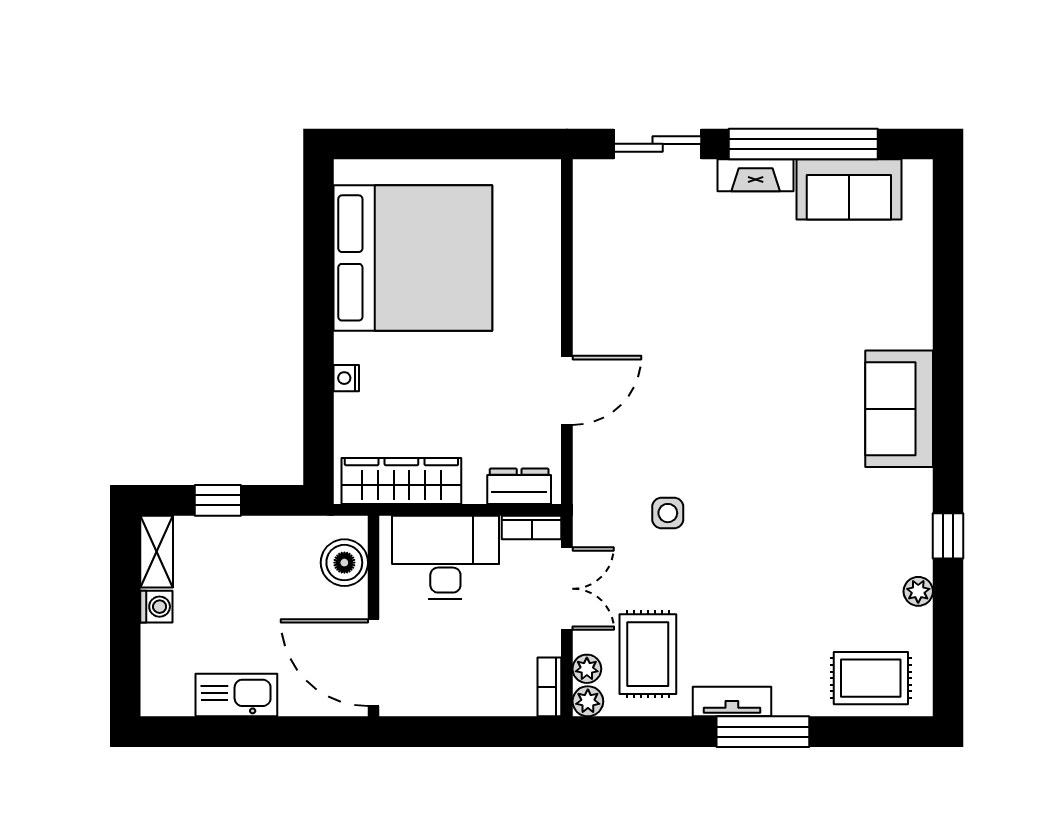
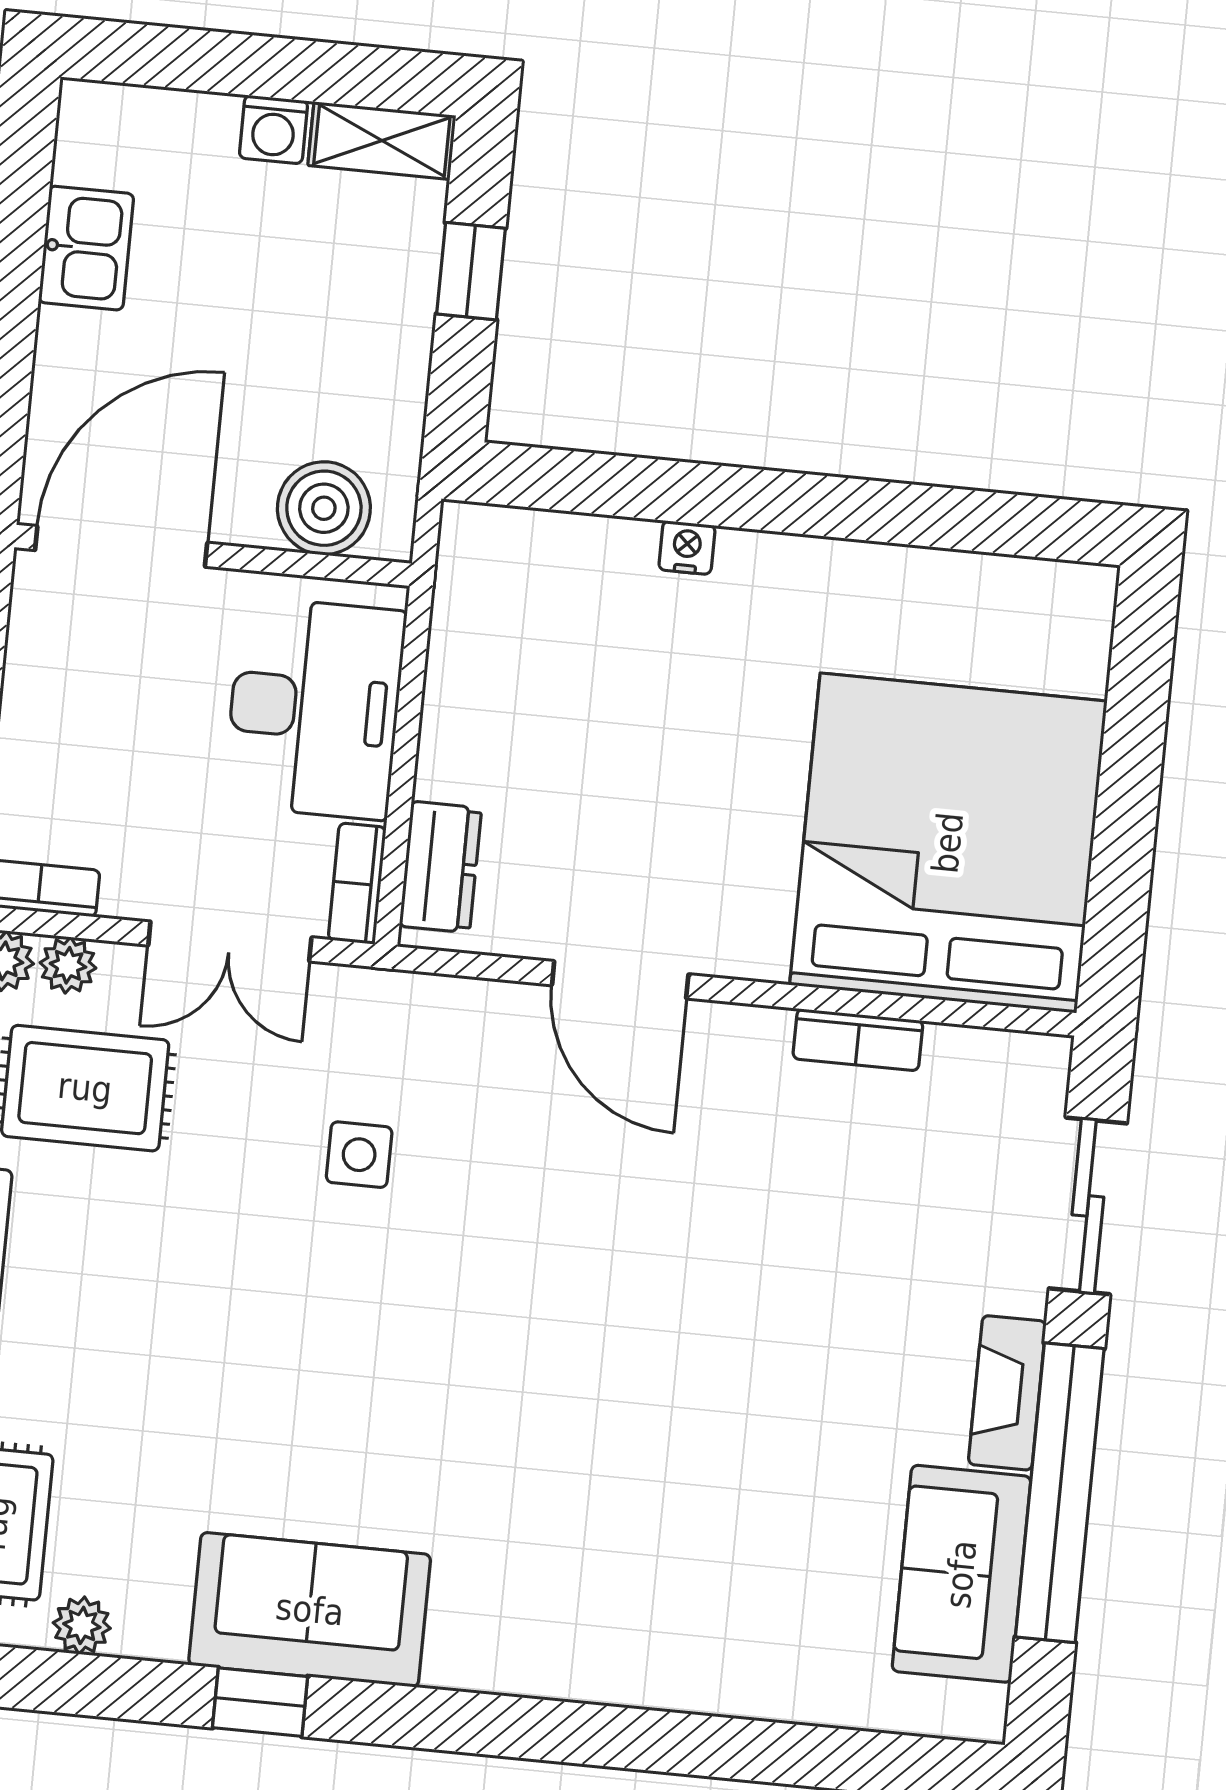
bed: (413, 258) -> (948, 843), moved, turned 180
bookcase: (585, 268) -> (858, 1040), added
sofa: (899, 409) -> (310, 1610), moved
wardrobe: (401, 481) -> (473, 636), removed
plant: (918, 591) -> (82, 1625), moved
kitchen sink: (236, 695) -> (86, 248), width x0.73

